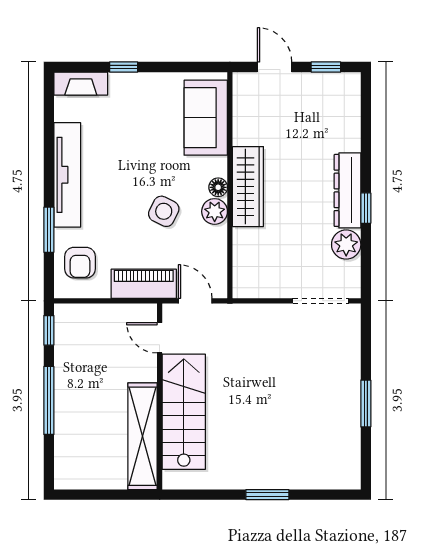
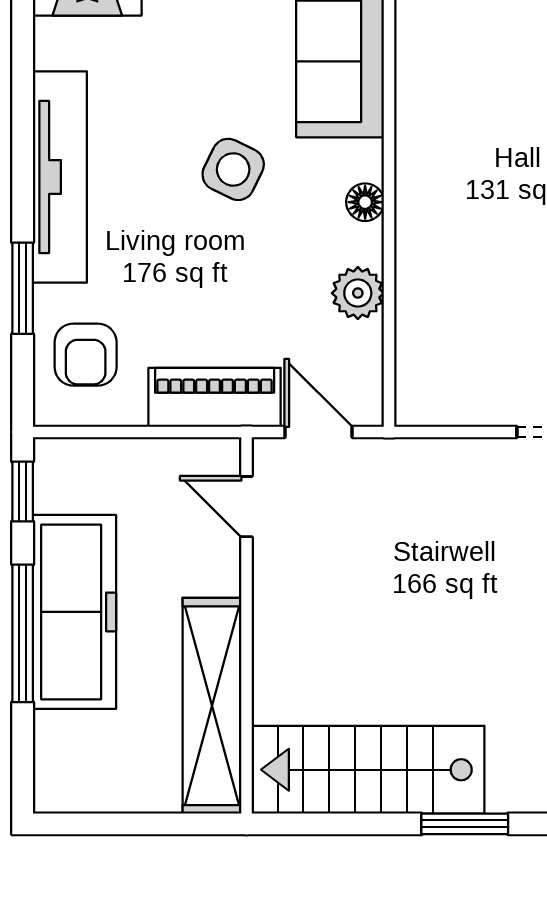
wardrobe: (248, 187) -> (425, 201), removed
side table: (164, 211) -> (233, 169), moved
plant: (215, 211) -> (358, 293), moved
freezer: (74, 390) -> (74, 612), added
stairs: (184, 412) -> (368, 770), moved, turned -90

